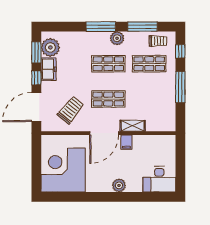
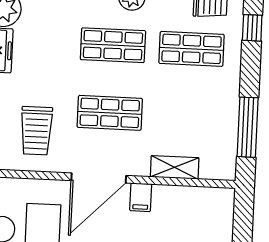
window: (180, 87) -> (248, 127), moved
trolley: (71, 110) -> (36, 131), turned 141
shelving: (133, 126) -> (175, 167), moved

